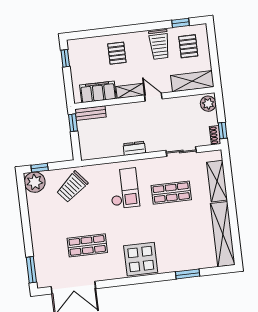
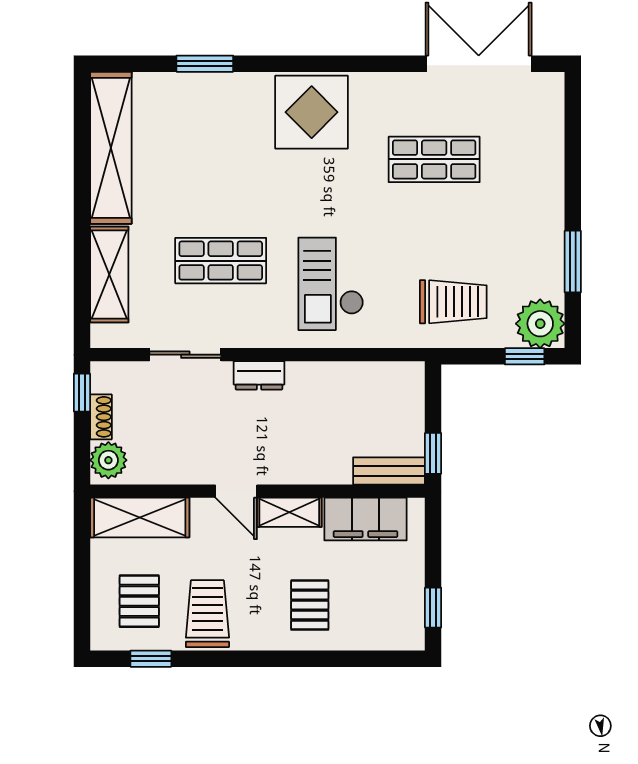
shoe rack: (215, 135) -> (101, 417), moved
dresser: (134, 148) -> (259, 375), moved
trolley: (72, 187) -> (453, 302), turned 40
window: (31, 270) -> (573, 262), moved

